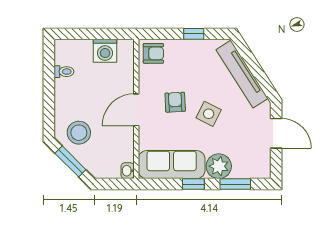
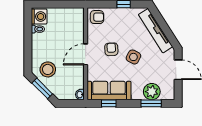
washing machine: (105, 51) -> (39, 17), moved, turned -90
plant: (219, 166) -> (152, 92), moved
window: (193, 184) -> (109, 103), moved

